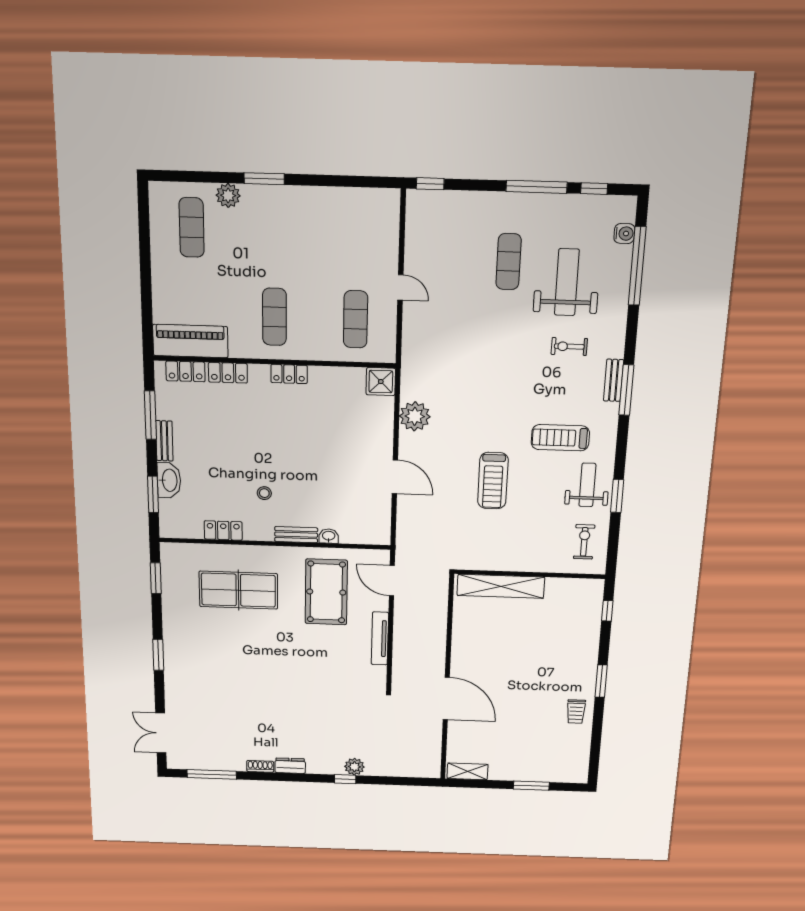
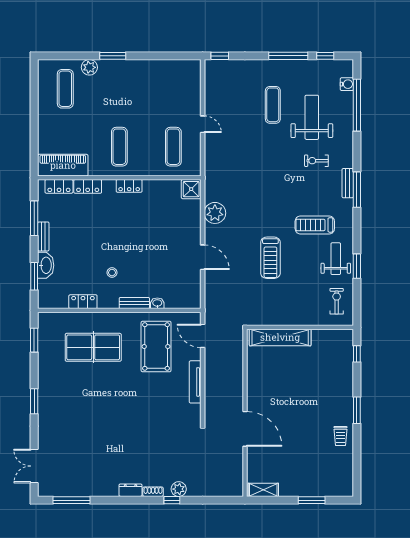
shoe rack: (260, 766) -> (153, 492), moved

